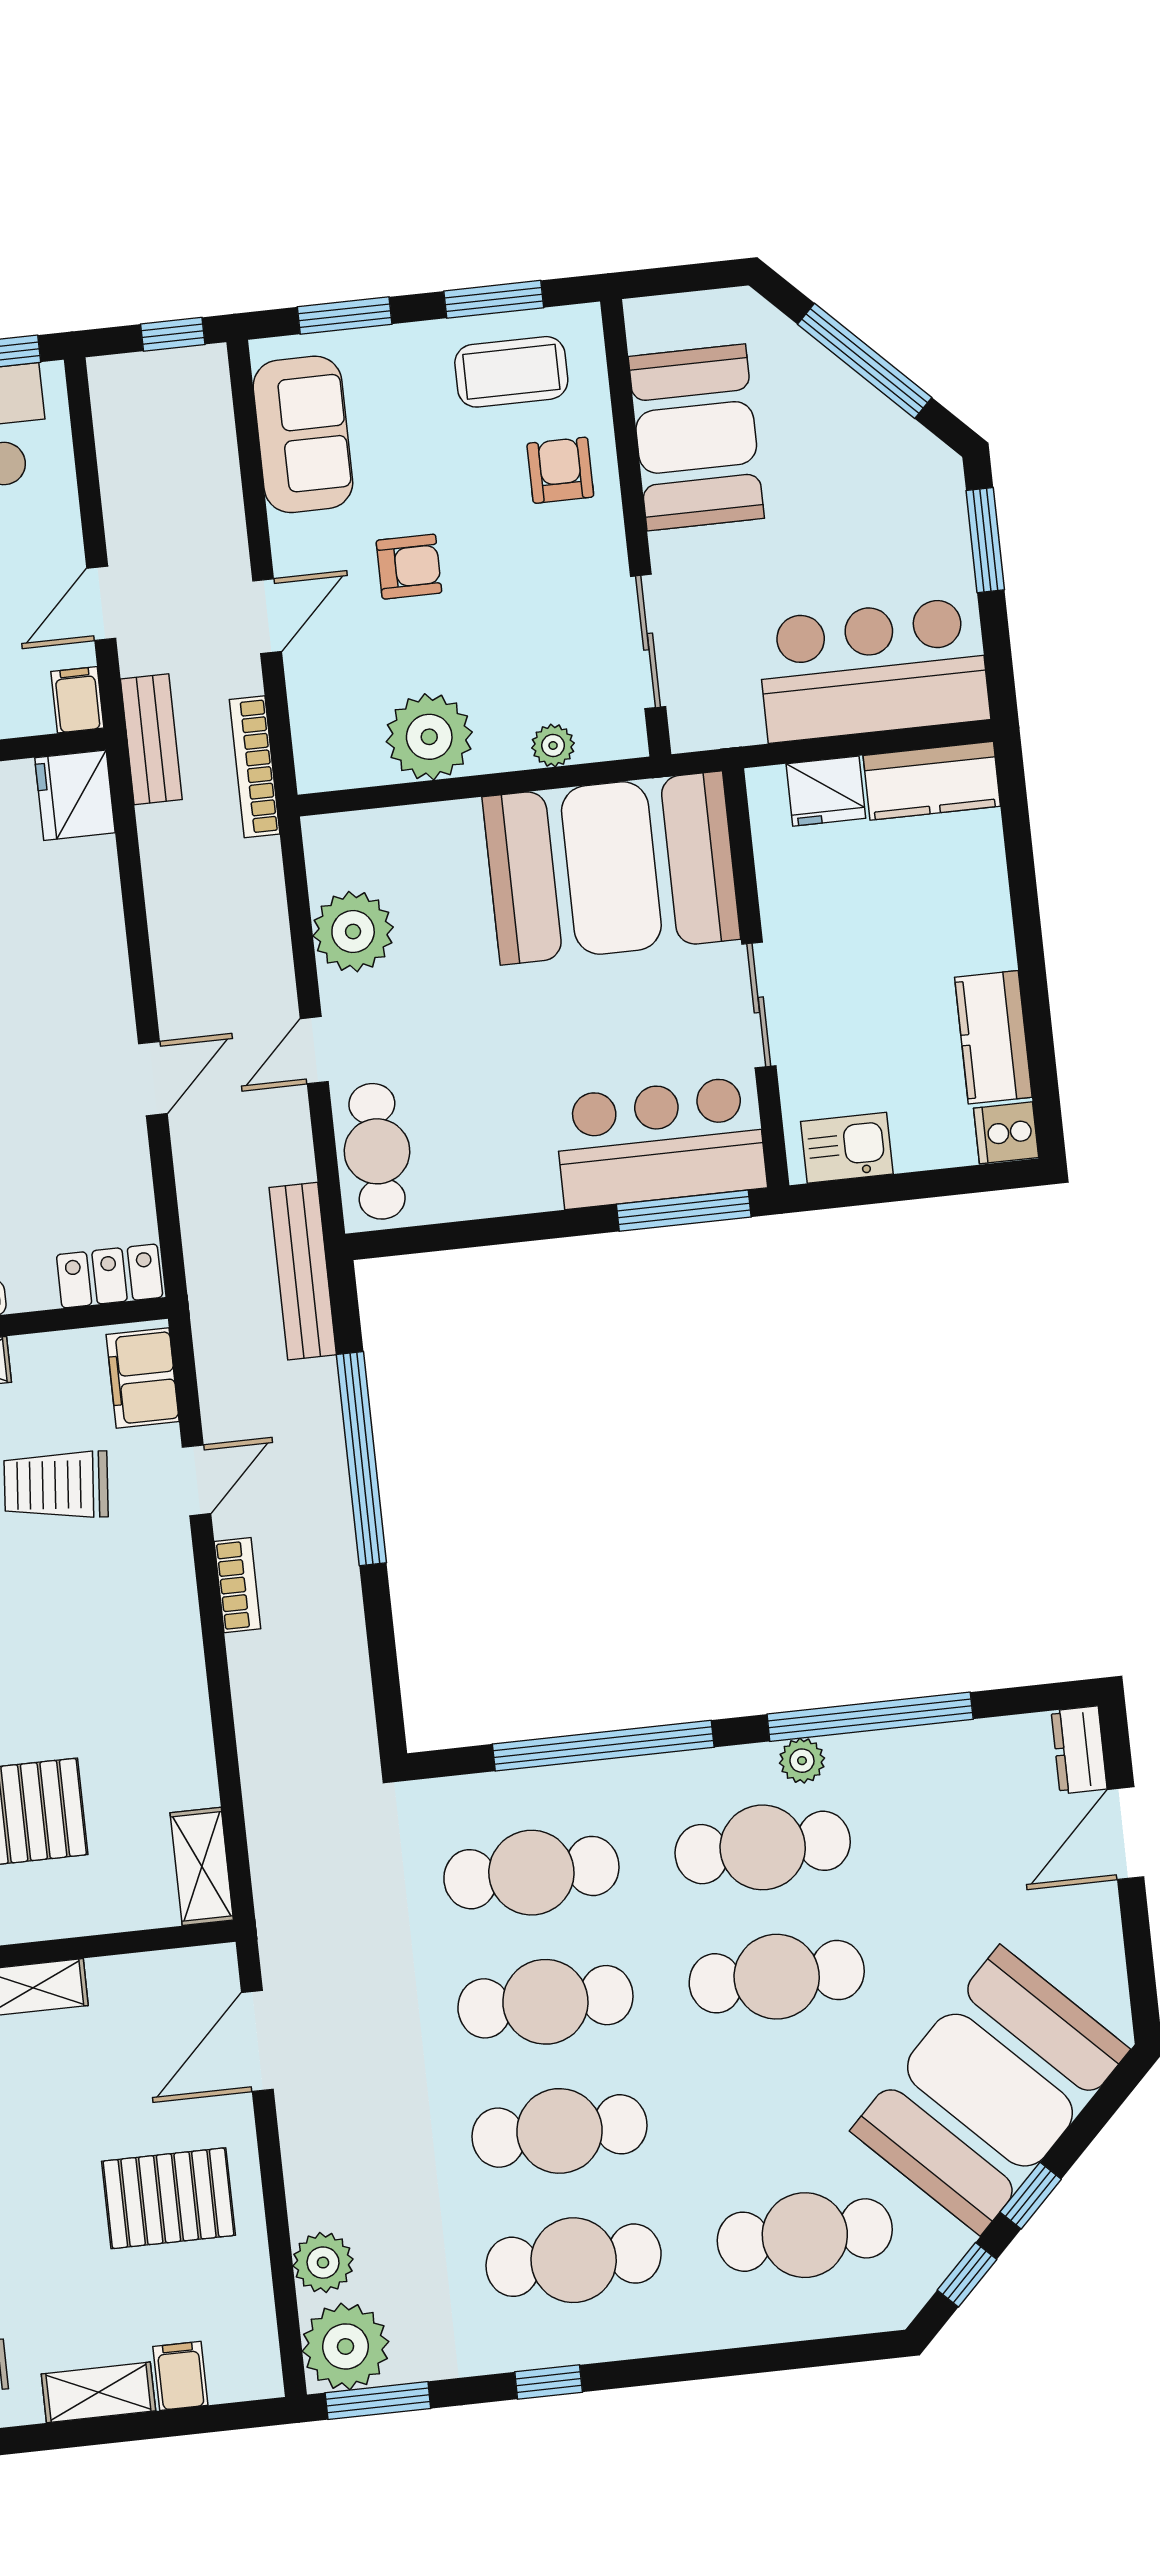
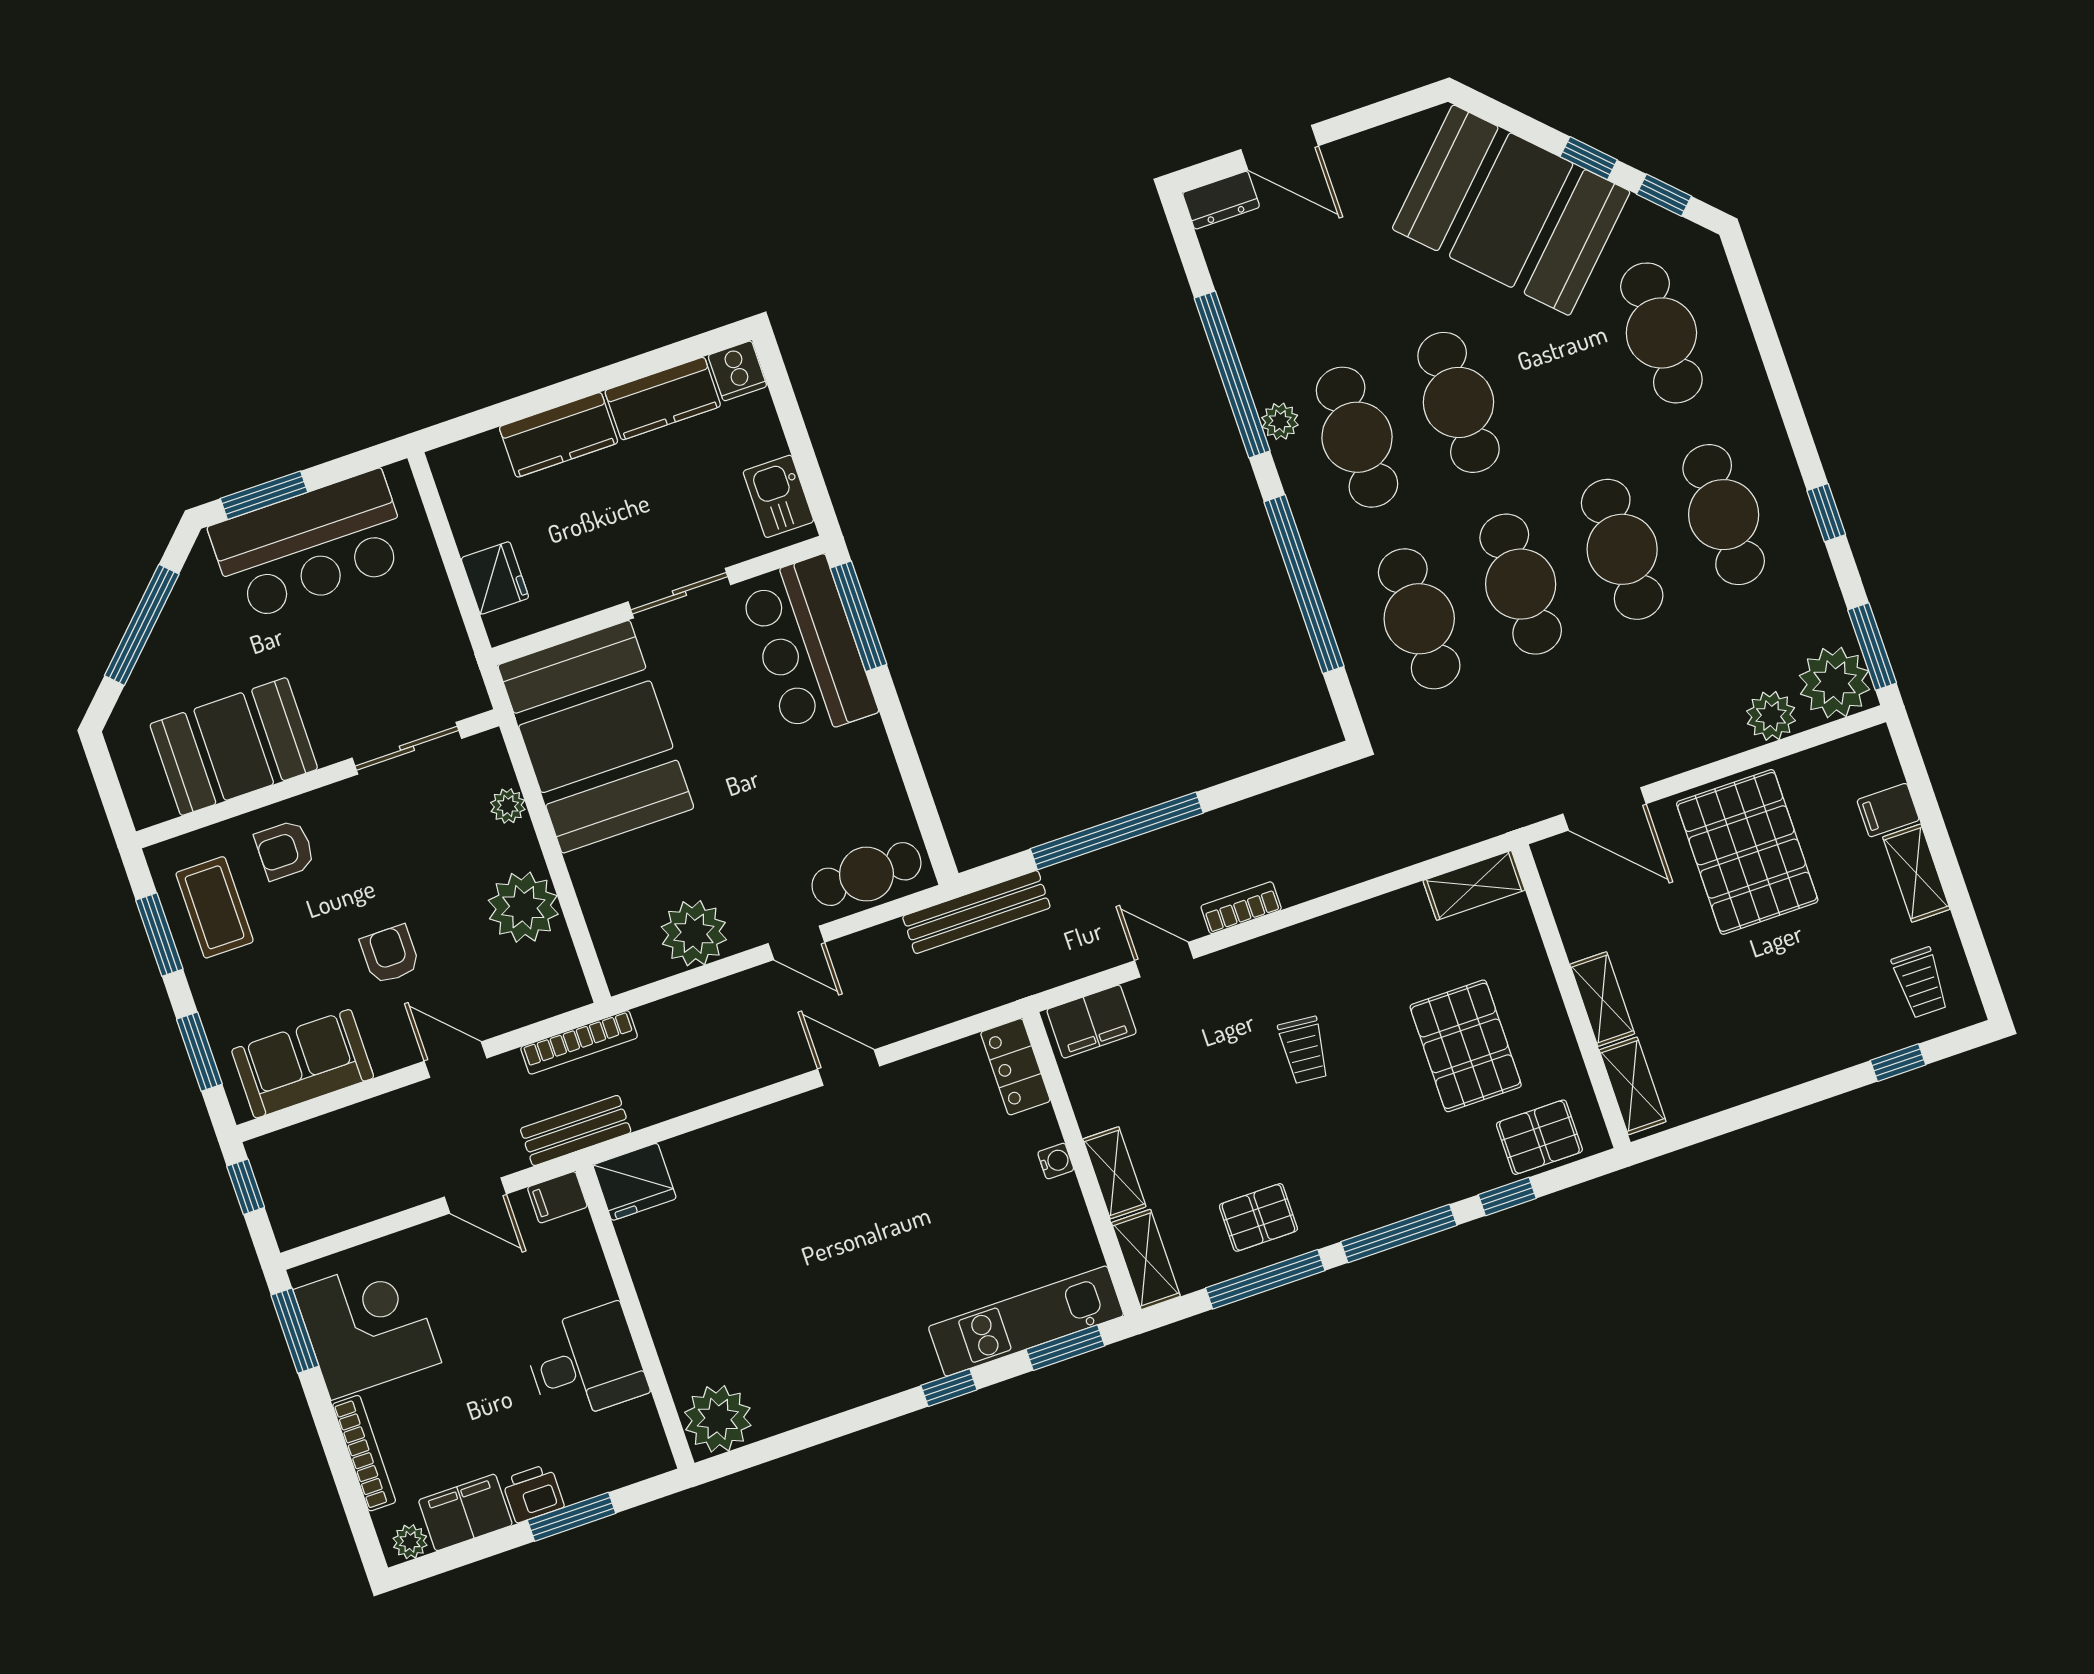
bar counter: (873, 670) -> (310, 546), moved, turned -90
kitchen counter: (932, 781) -> (559, 435), moved, turned 90
trolley: (56, 1485) -> (1304, 1050), moved, width x0.73, depth x0.72
pallet: (168, 2198) -> (1747, 852), width x1.37, depth x1.41

